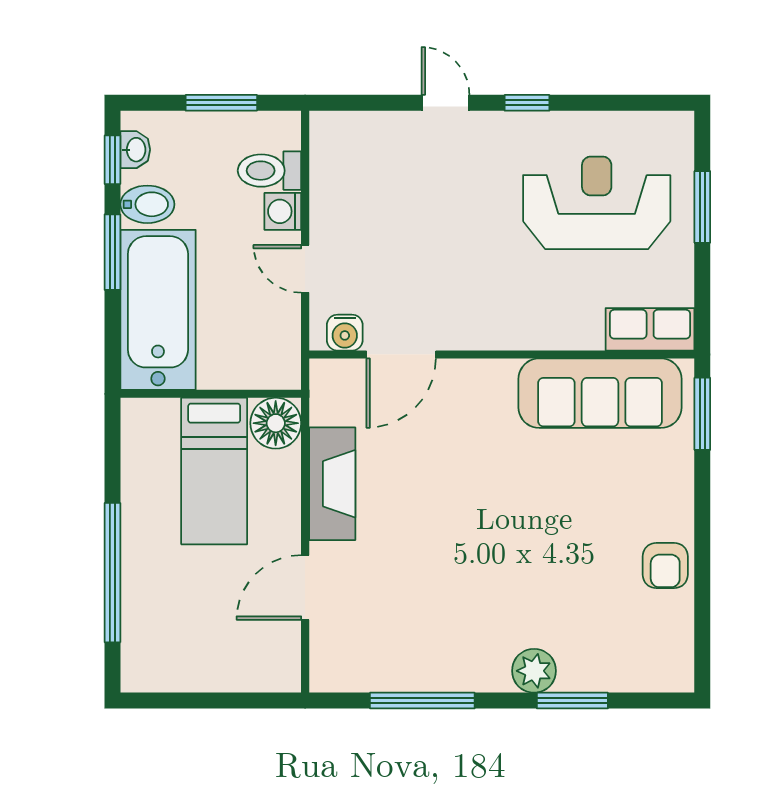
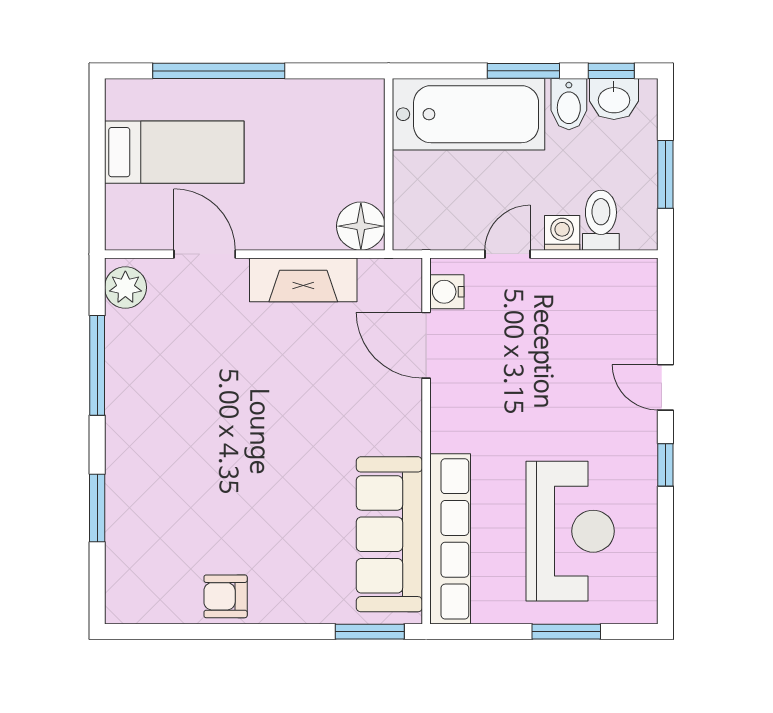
door: (445, 103) -> (665, 387), swing flipped
washbasin: (135, 150) -> (614, 99), width x1.38, depth x1.45
row of seats: (650, 329) -> (450, 539), width x2.02
bed: (214, 471) -> (174, 152), moved, turned 180
plant: (534, 671) -> (125, 287), moved

